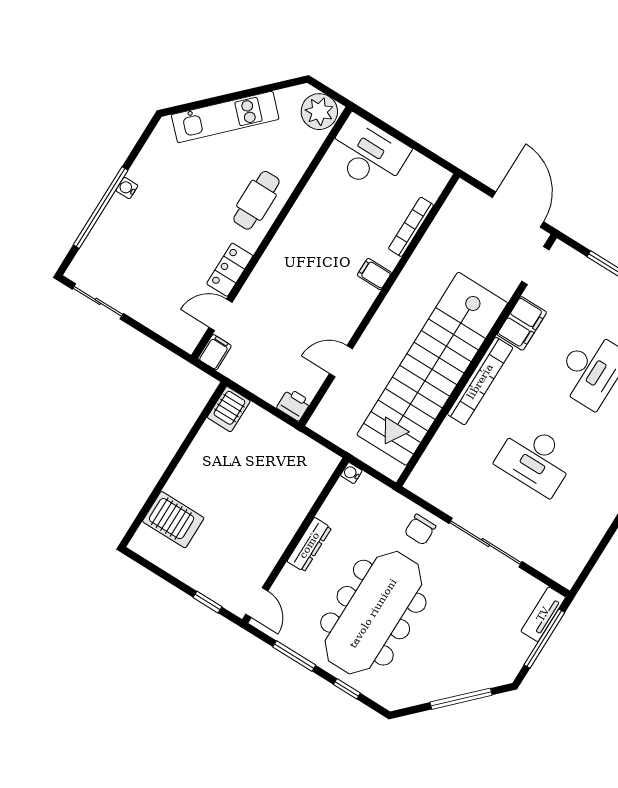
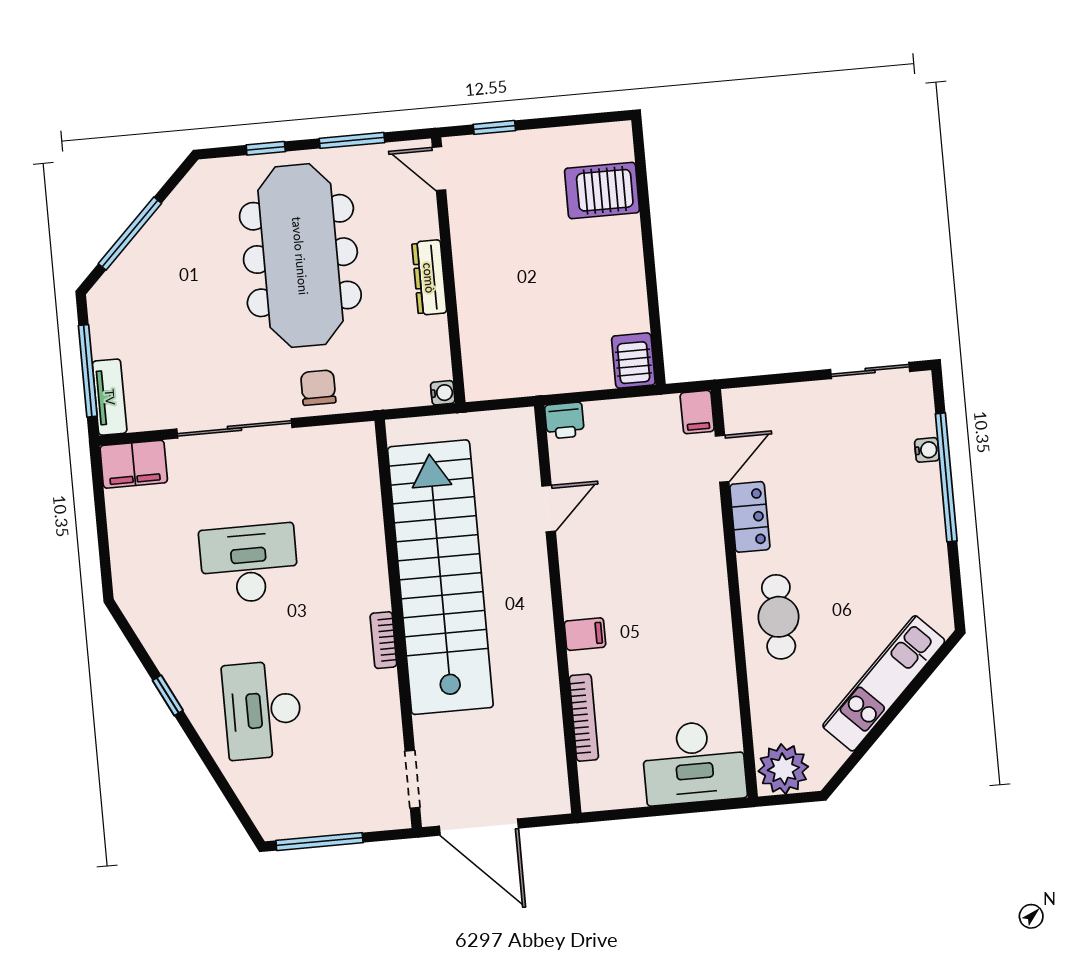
water cooler: (127, 188) -> (927, 450), moved
filing cabinet: (522, 323) -> (134, 464), moved, turned -90
bookcase: (480, 381) -> (383, 640), width x0.43, depth x0.76

